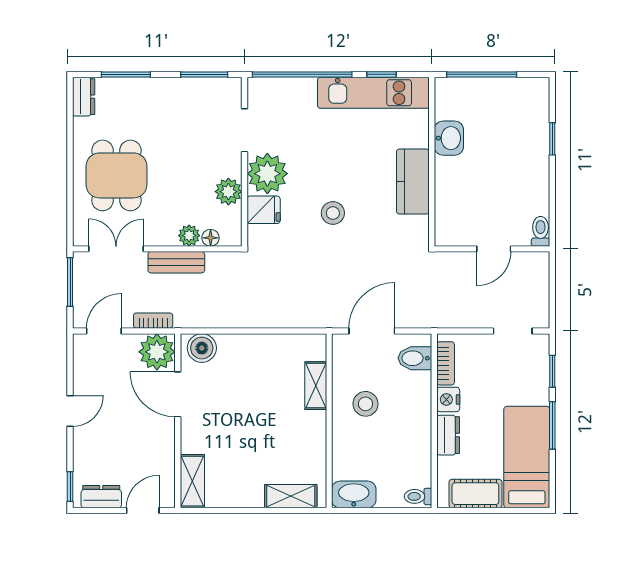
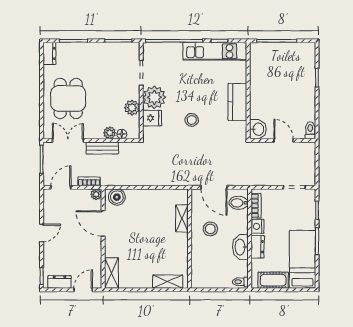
washbasin: (449, 138) -> (258, 129), moved
door: (494, 249) -> (284, 140), swing flipped
door: (372, 331) -> (214, 187), swing flipped
plant: (157, 352) -> (96, 194), width x0.53, depth x0.53
washbasin: (354, 494) -> (240, 247), moved, turned -90

